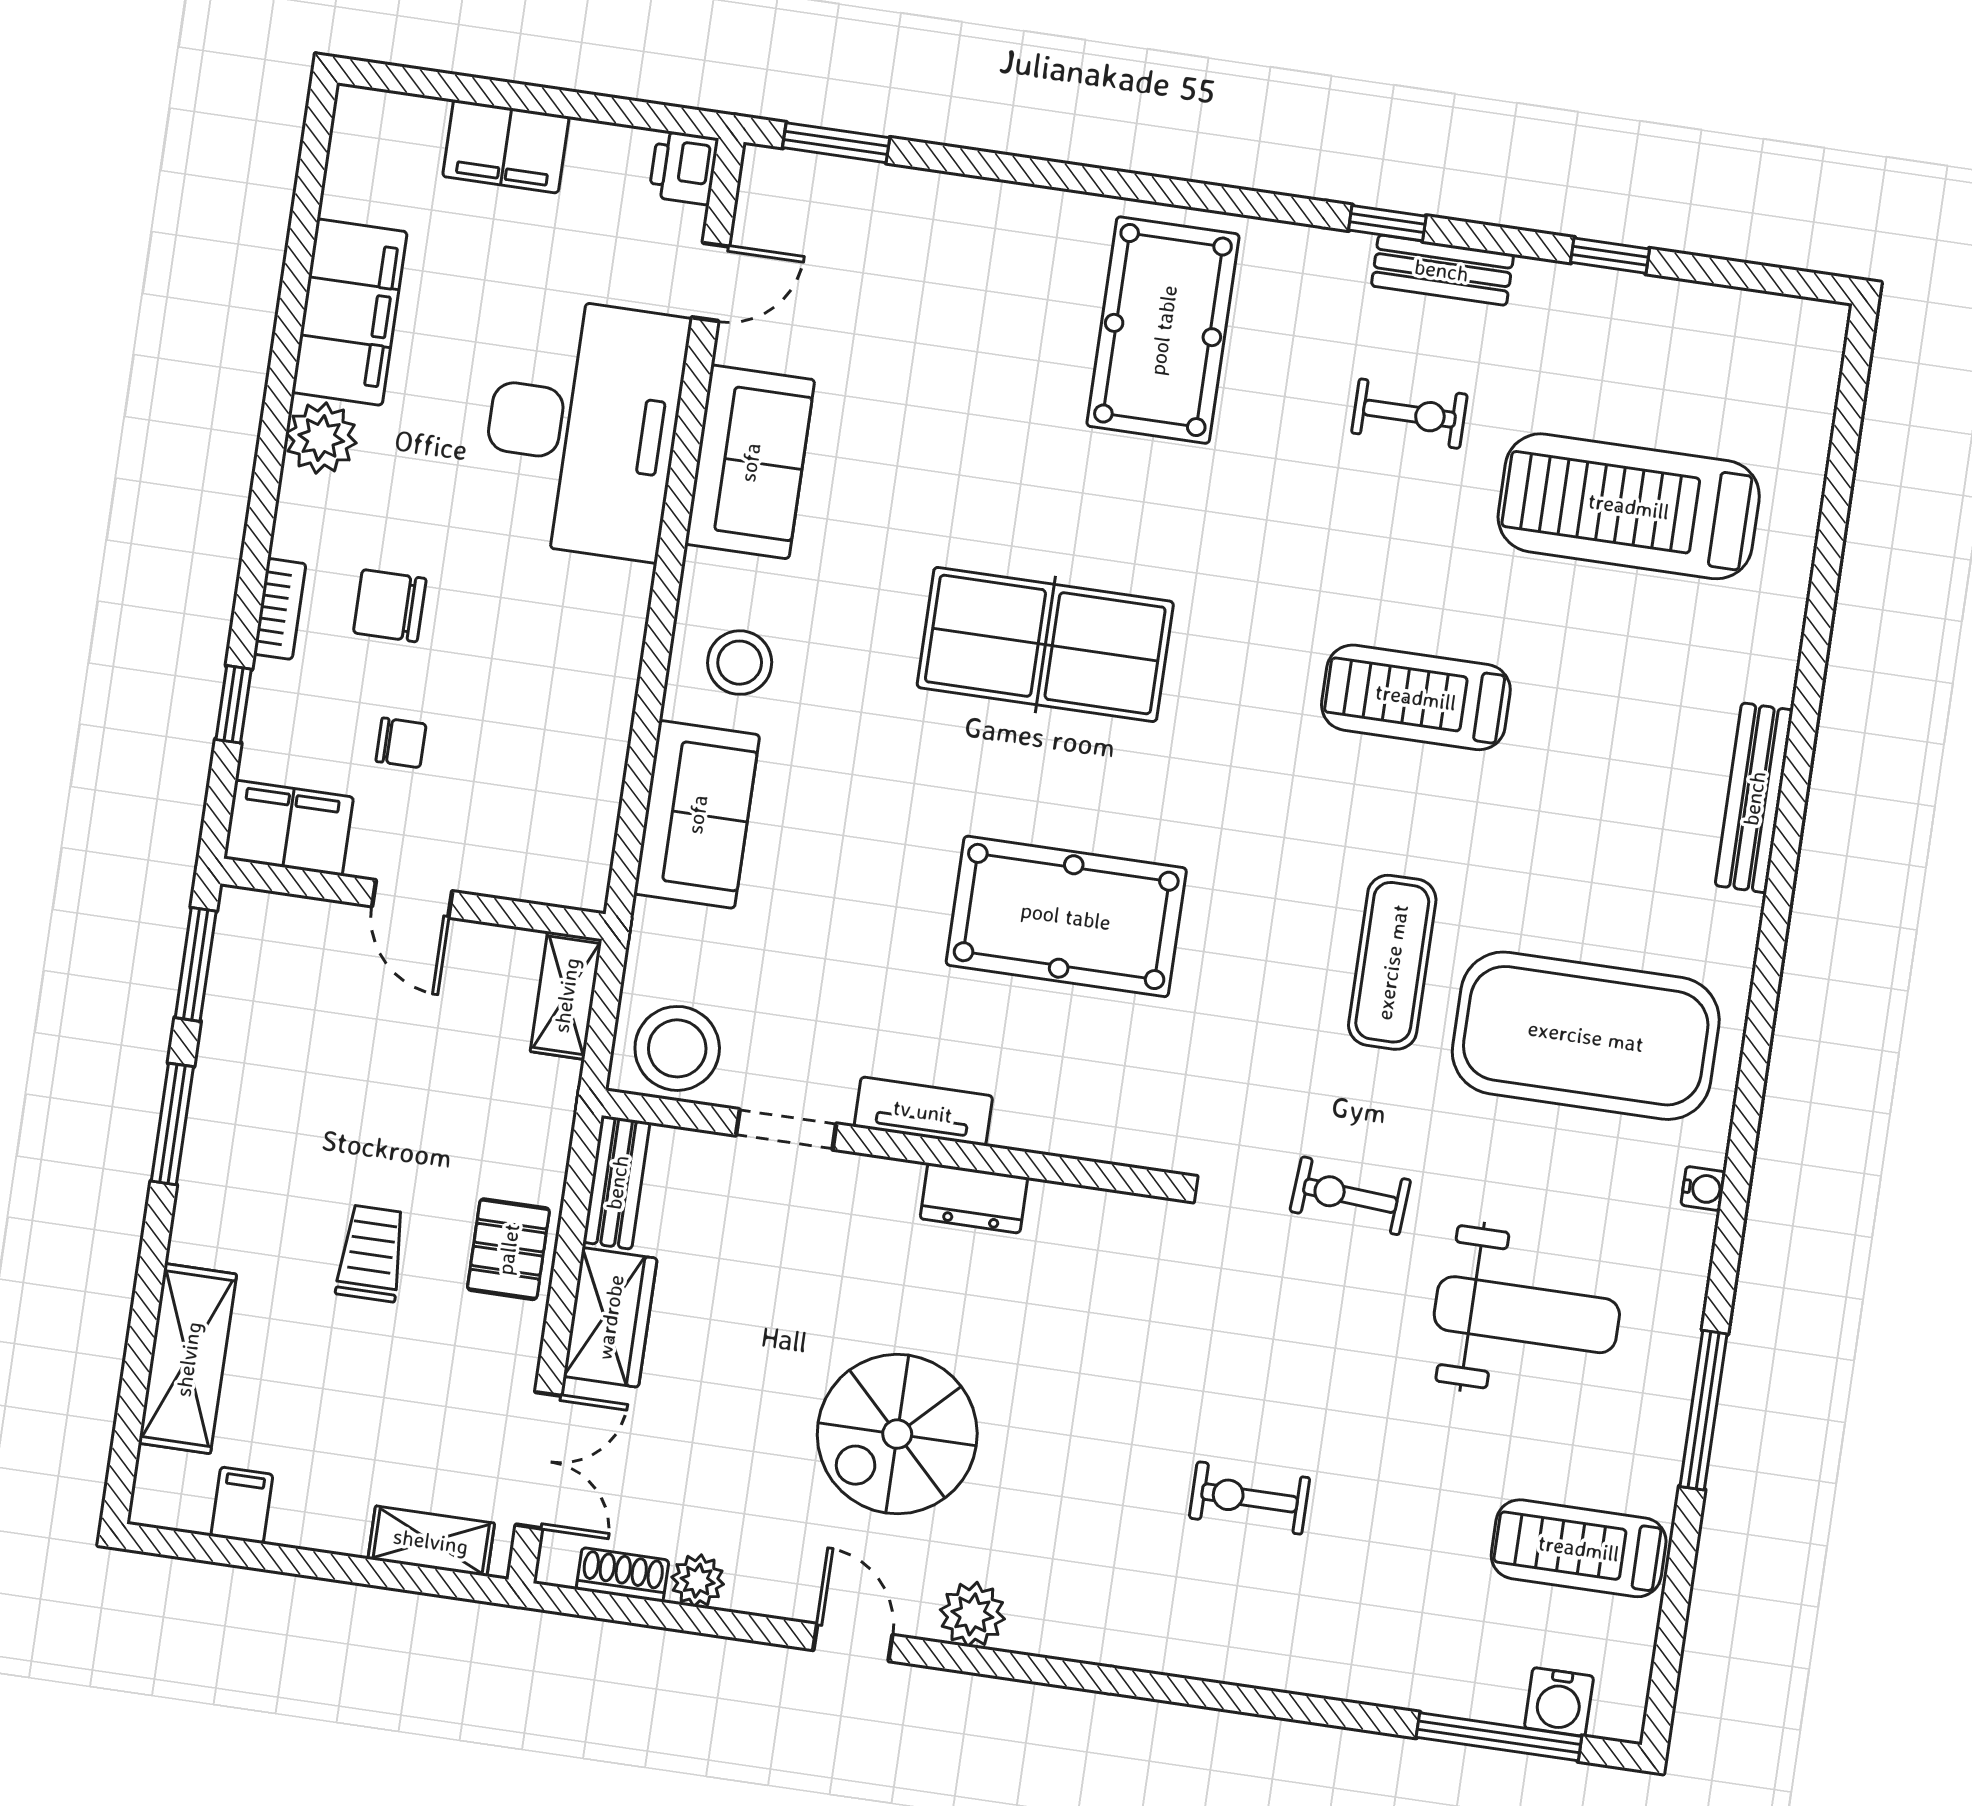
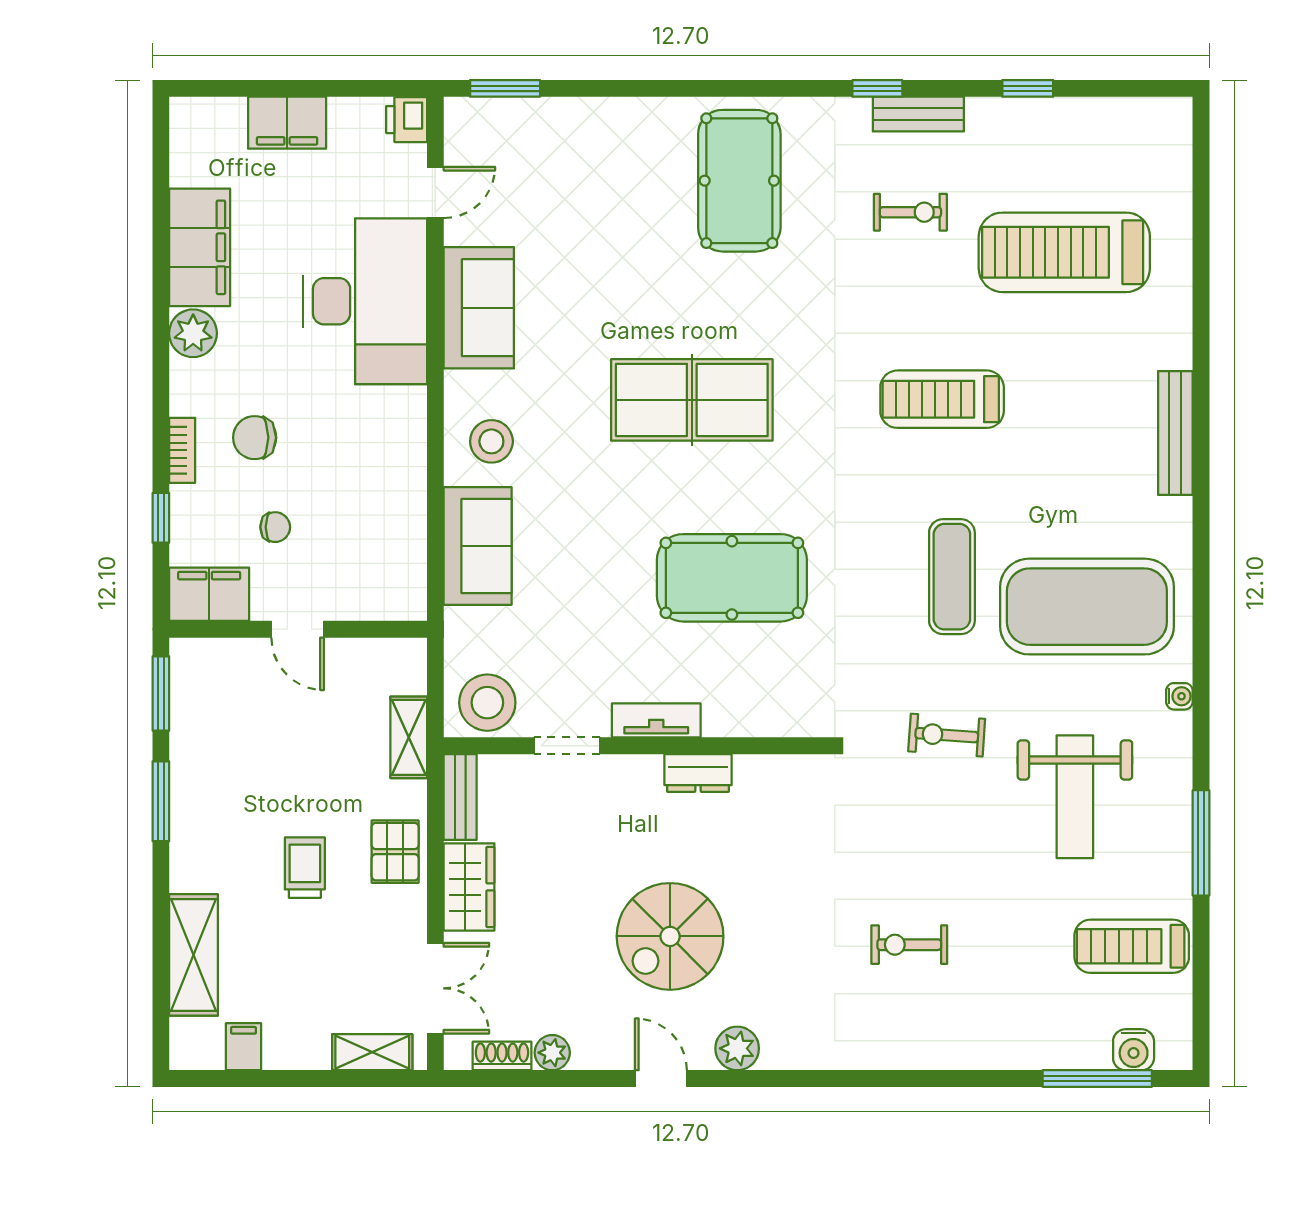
shelving: (566, 995) -> (409, 737), moved
weight bench: (1527, 1315) -> (1075, 797), turned 90

